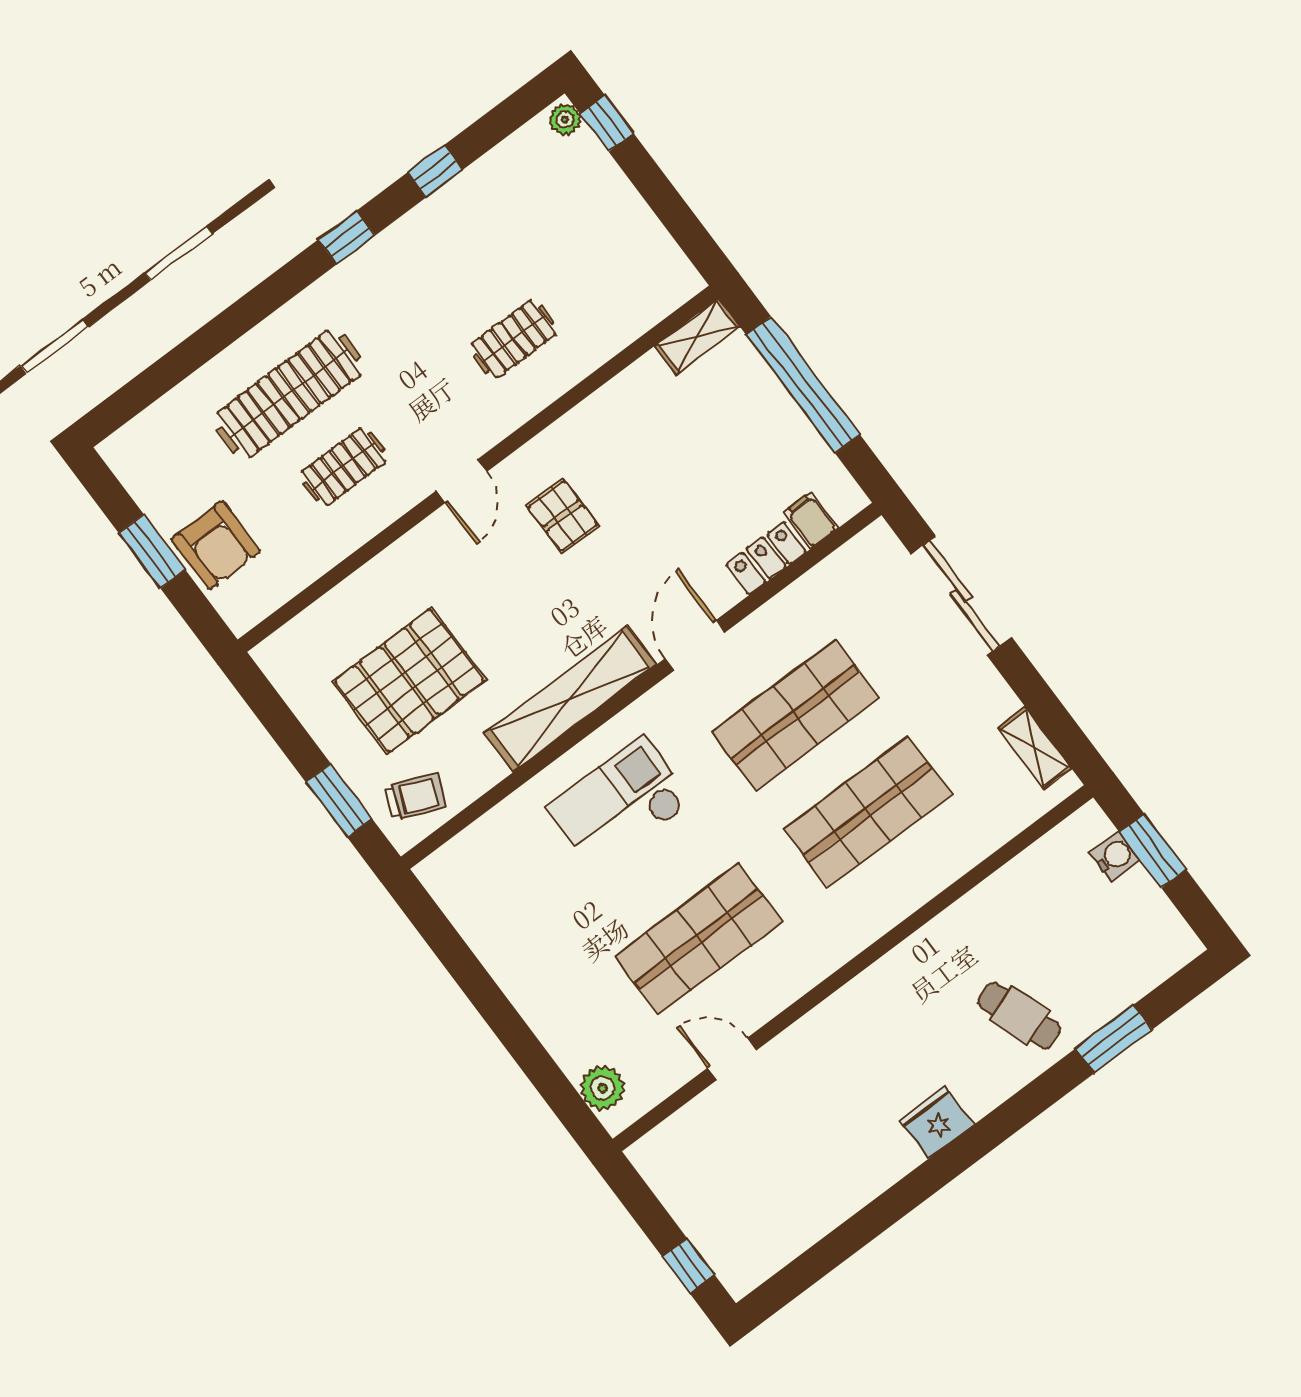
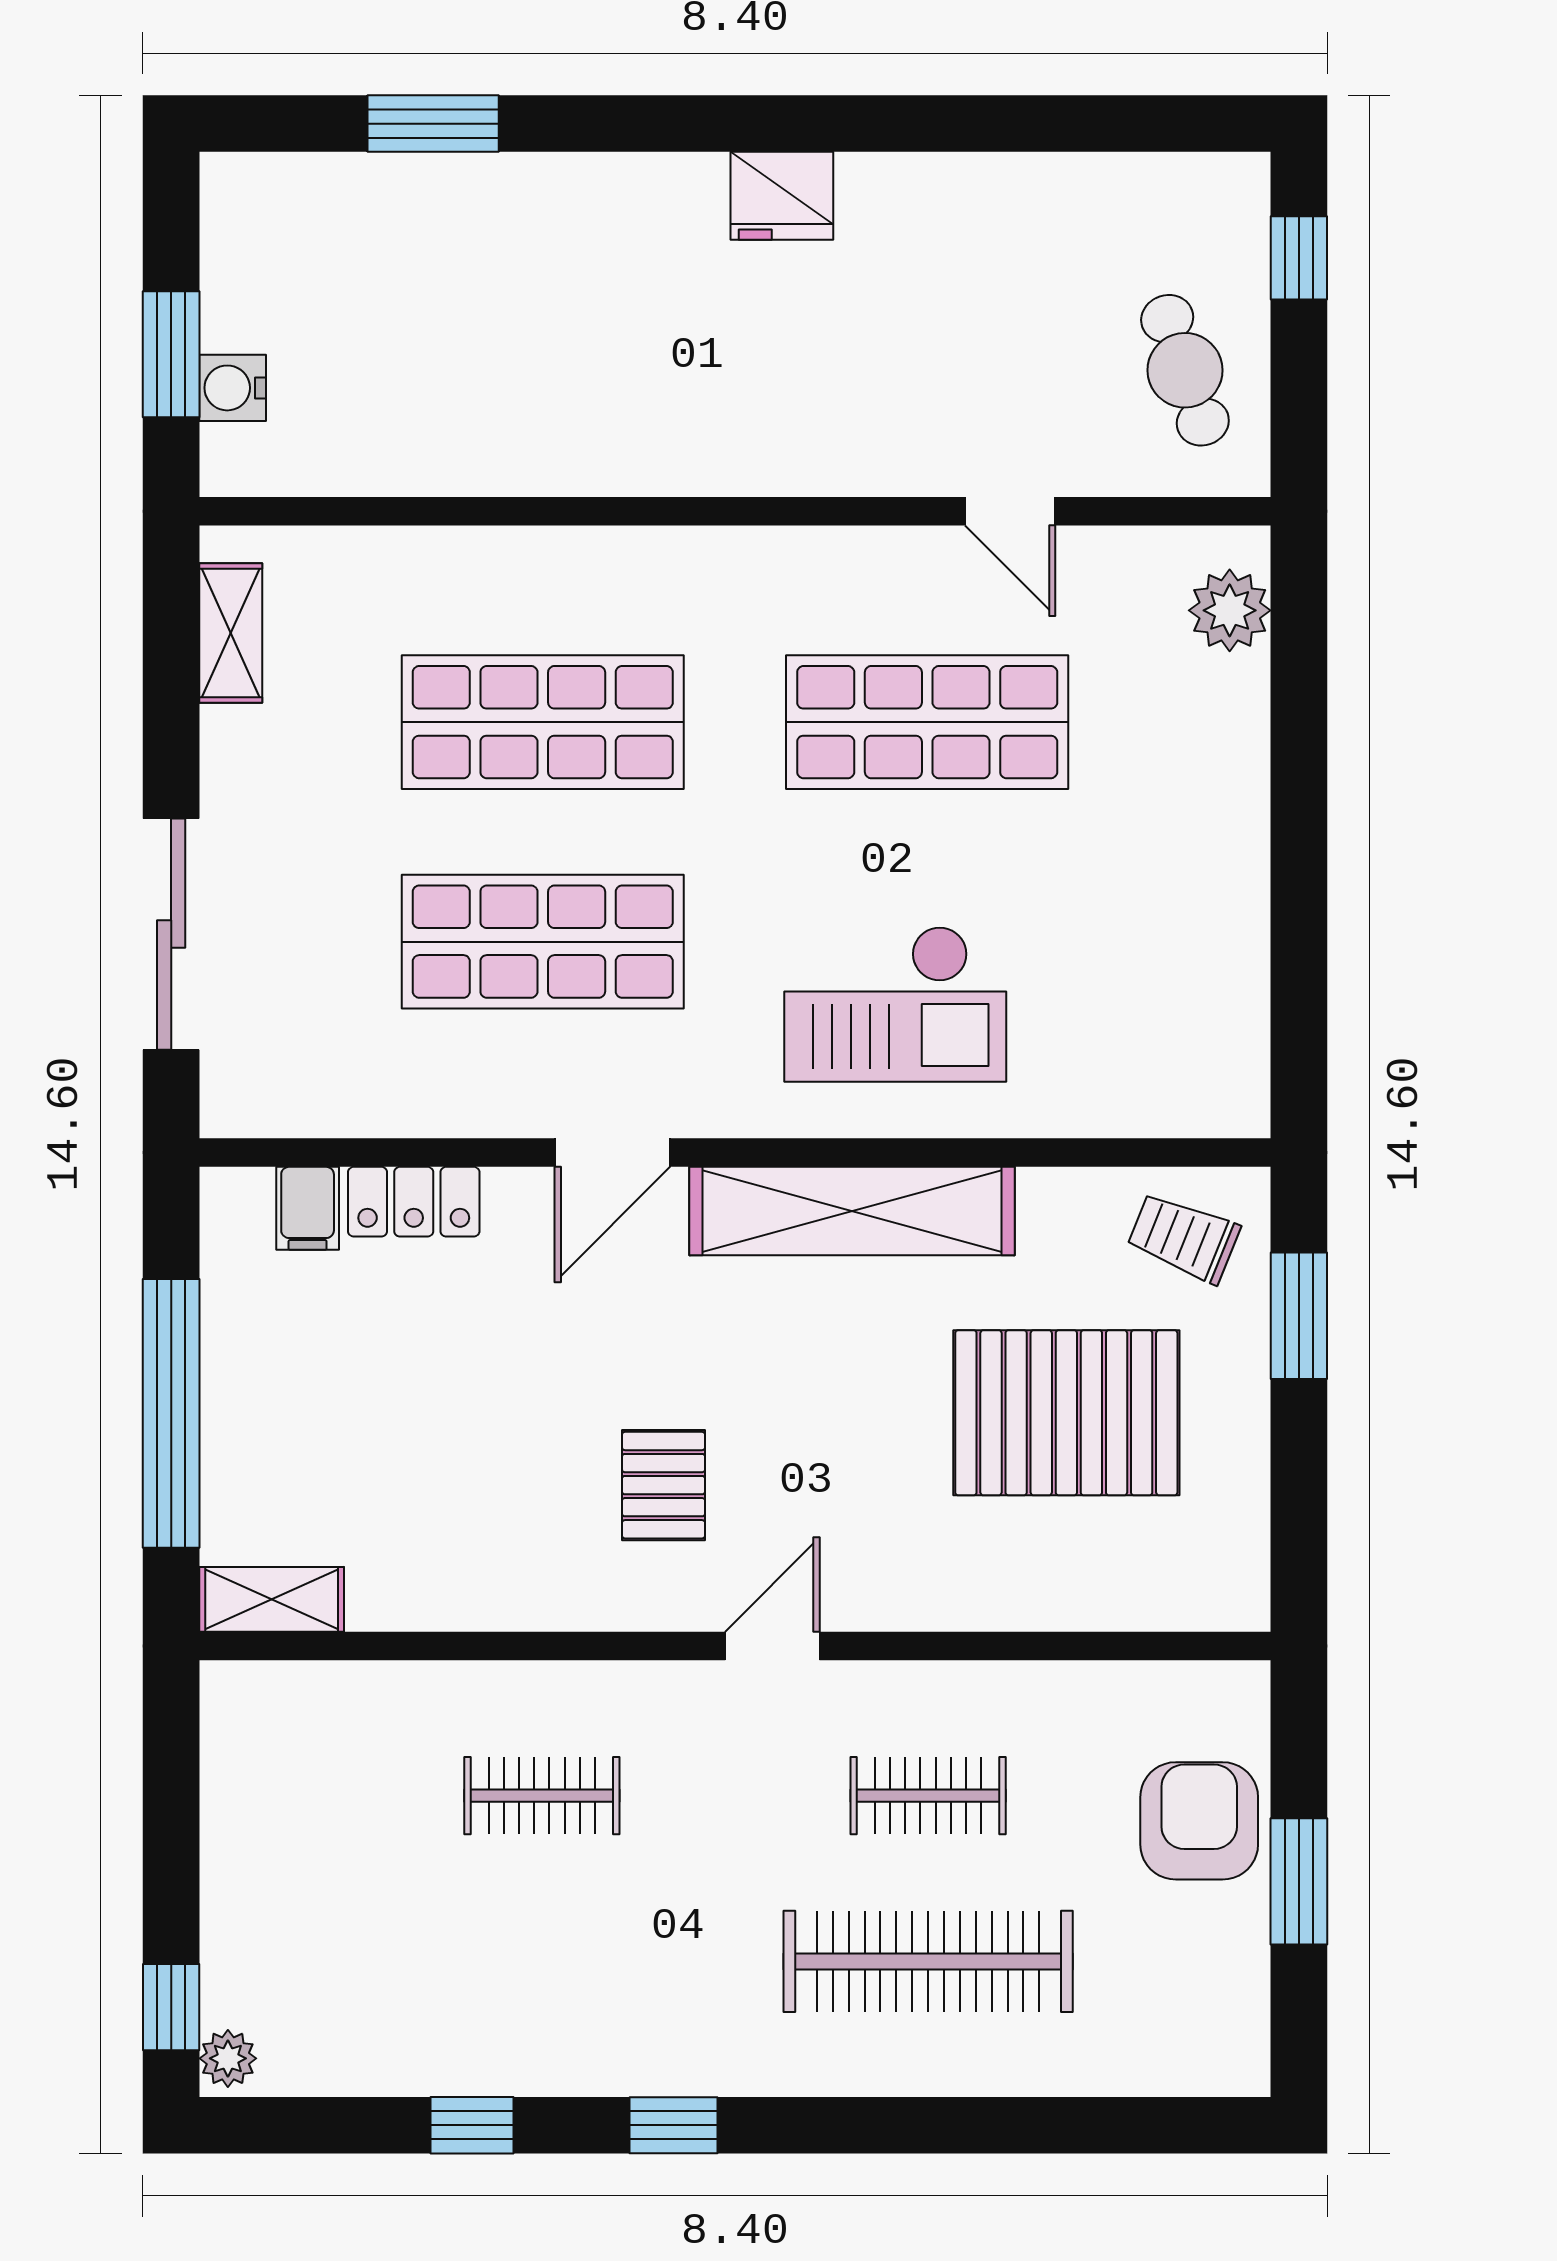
cafe table: (1019, 1016) -> (1185, 370), moved

